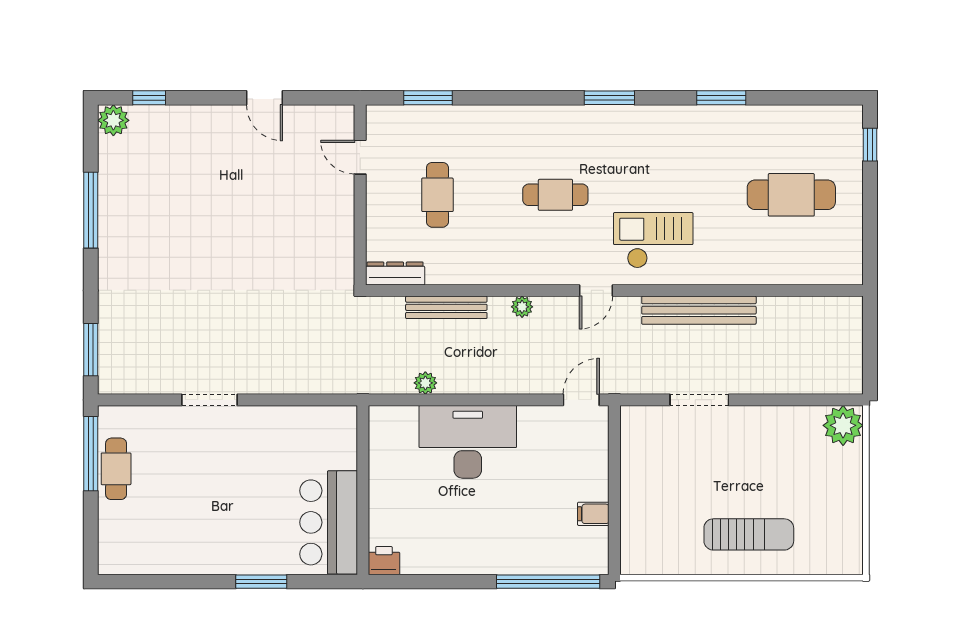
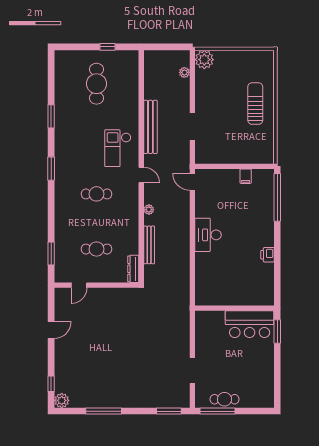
window: (870, 145) -> (108, 47), moved
cafe table: (555, 195) -> (97, 194), turned 90
plant: (425, 383) -> (184, 72), moved
doorway: (210, 400) -> (192, 371), moved
desk: (468, 442) -> (208, 235), width x0.73, depth x0.77
wall: (363, 490) -> (234, 308), moved
bar counter: (329, 522) -> (250, 324), moved
printer: (384, 561) -> (267, 255), moved

